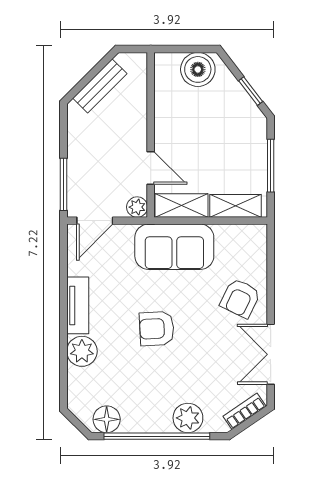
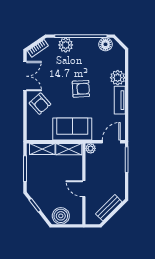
door: (151, 168) -> (84, 189), moved
armchair: (240, 298) -> (40, 104), turned 112

